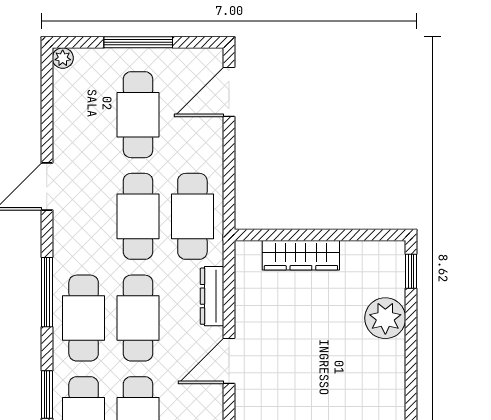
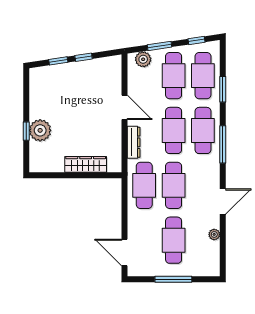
plant: (63, 58) -> (214, 234), moved
door: (229, 92) -> (124, 253), swing flipped
window: (411, 271) -> (26, 131), moved
door: (229, 361) -> (124, 107), hinge flipped

